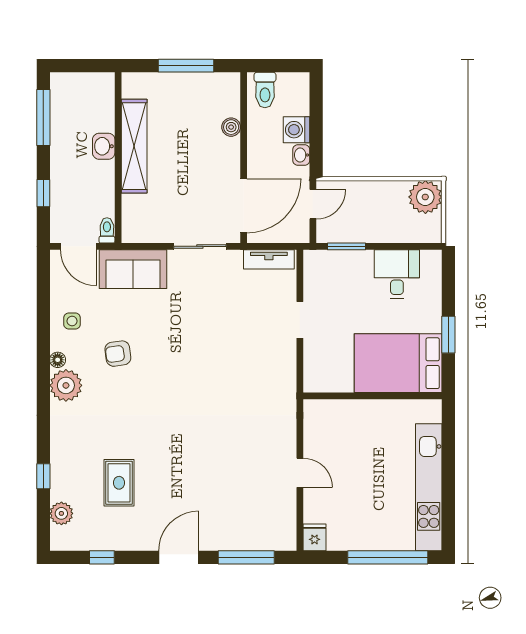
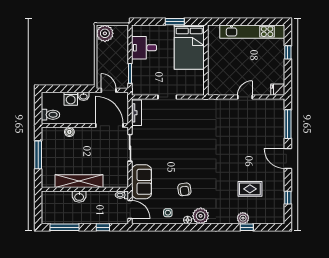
door: (78, 246) -> (130, 210), hinge flipped
plant: (61, 513) -> (243, 218), moved
window: (388, 557) -> (288, 52), width x0.32

